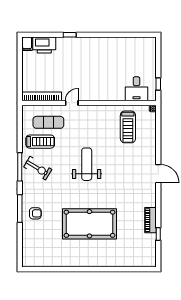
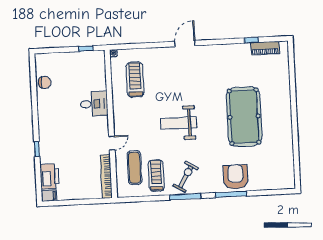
chair: (130, 45) -> (45, 82), added
desk: (137, 89) -> (94, 104), moved
door: (72, 103) -> (112, 143), swing flipped
treadmill: (128, 127) -> (135, 80), turned -90
armchair: (35, 213) -> (236, 177), width x1.88, depth x1.88
piano: (150, 220) -> (265, 48), moved

